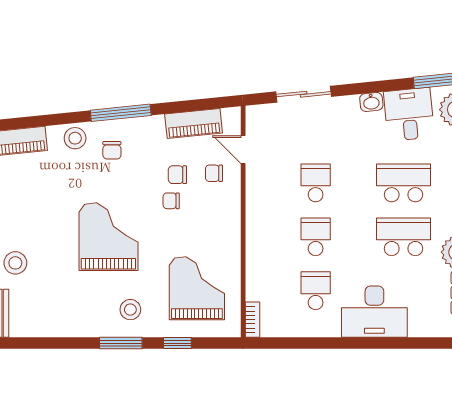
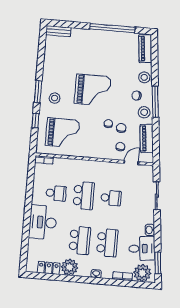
school desk: (316, 237) -> (84, 196), width x1.85
stool: (15, 263) -> (144, 112), moved

